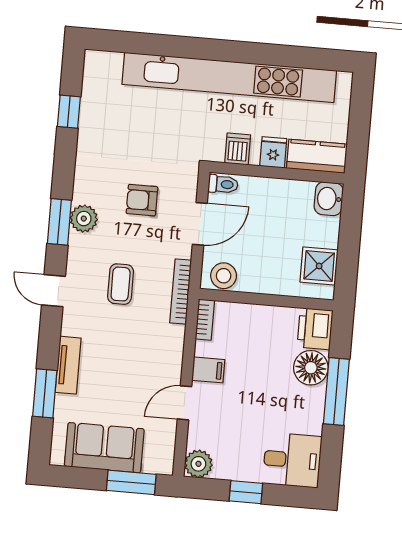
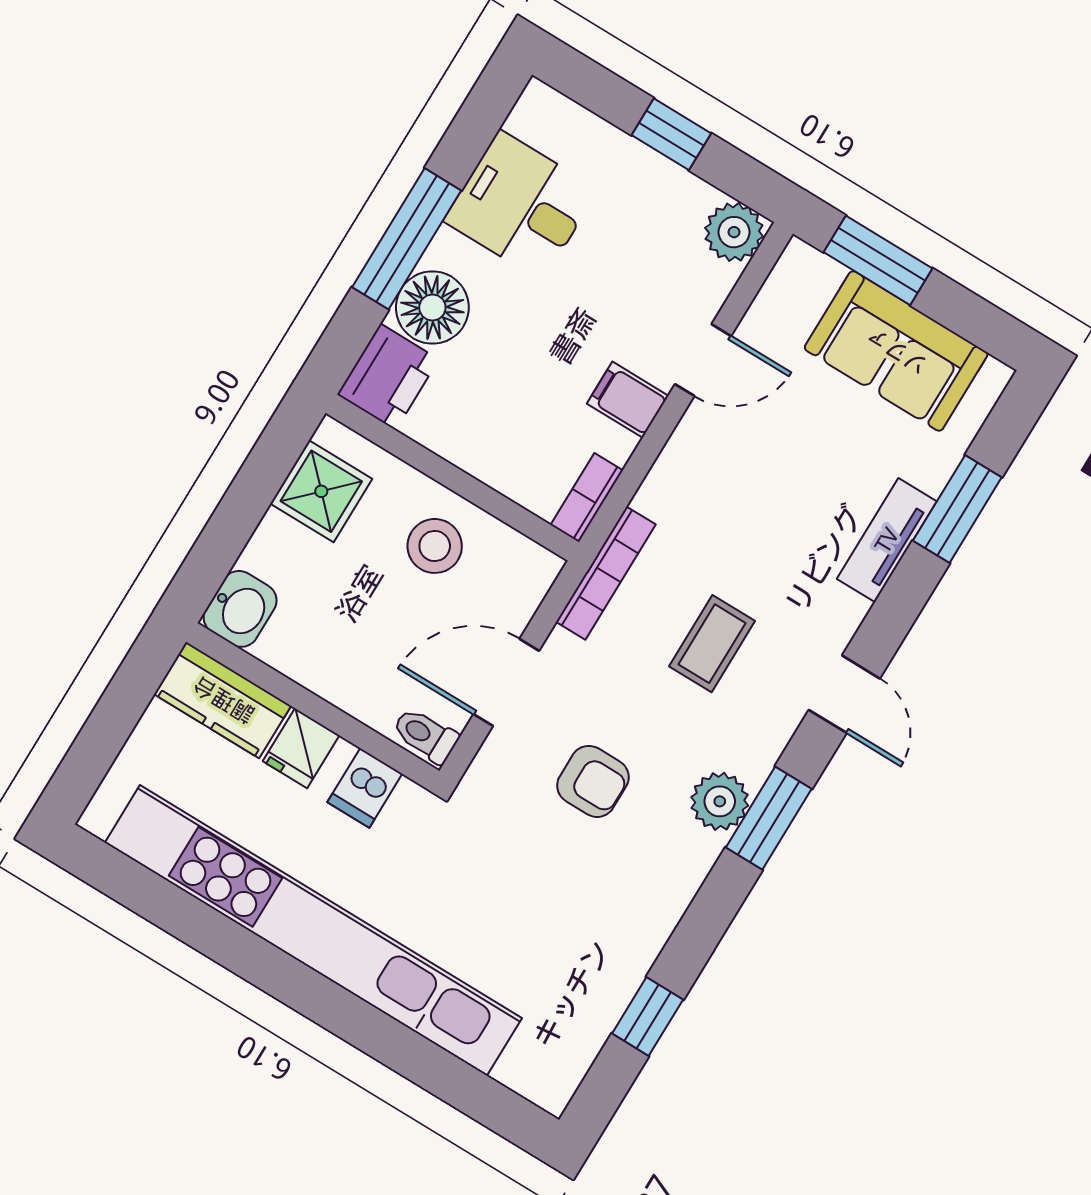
stool: (224, 276) -> (435, 546), moved
desk: (292, 460) -> (521, 205), moved

